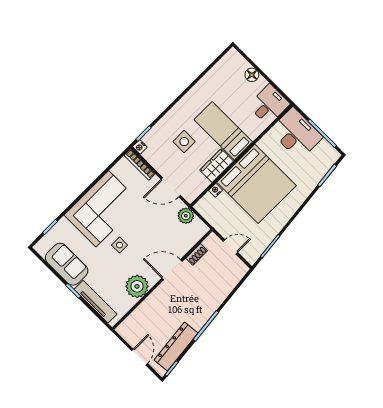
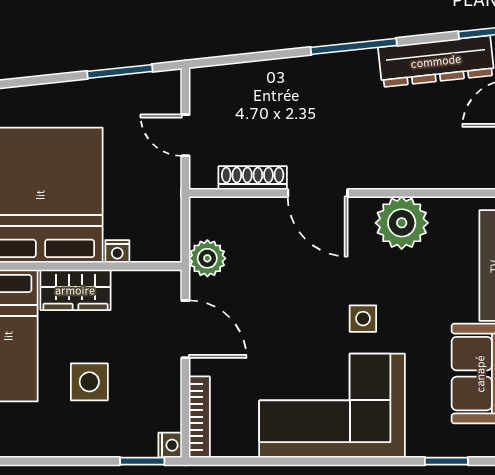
shoe rack: (197, 254) -> (253, 178), width x1.43

